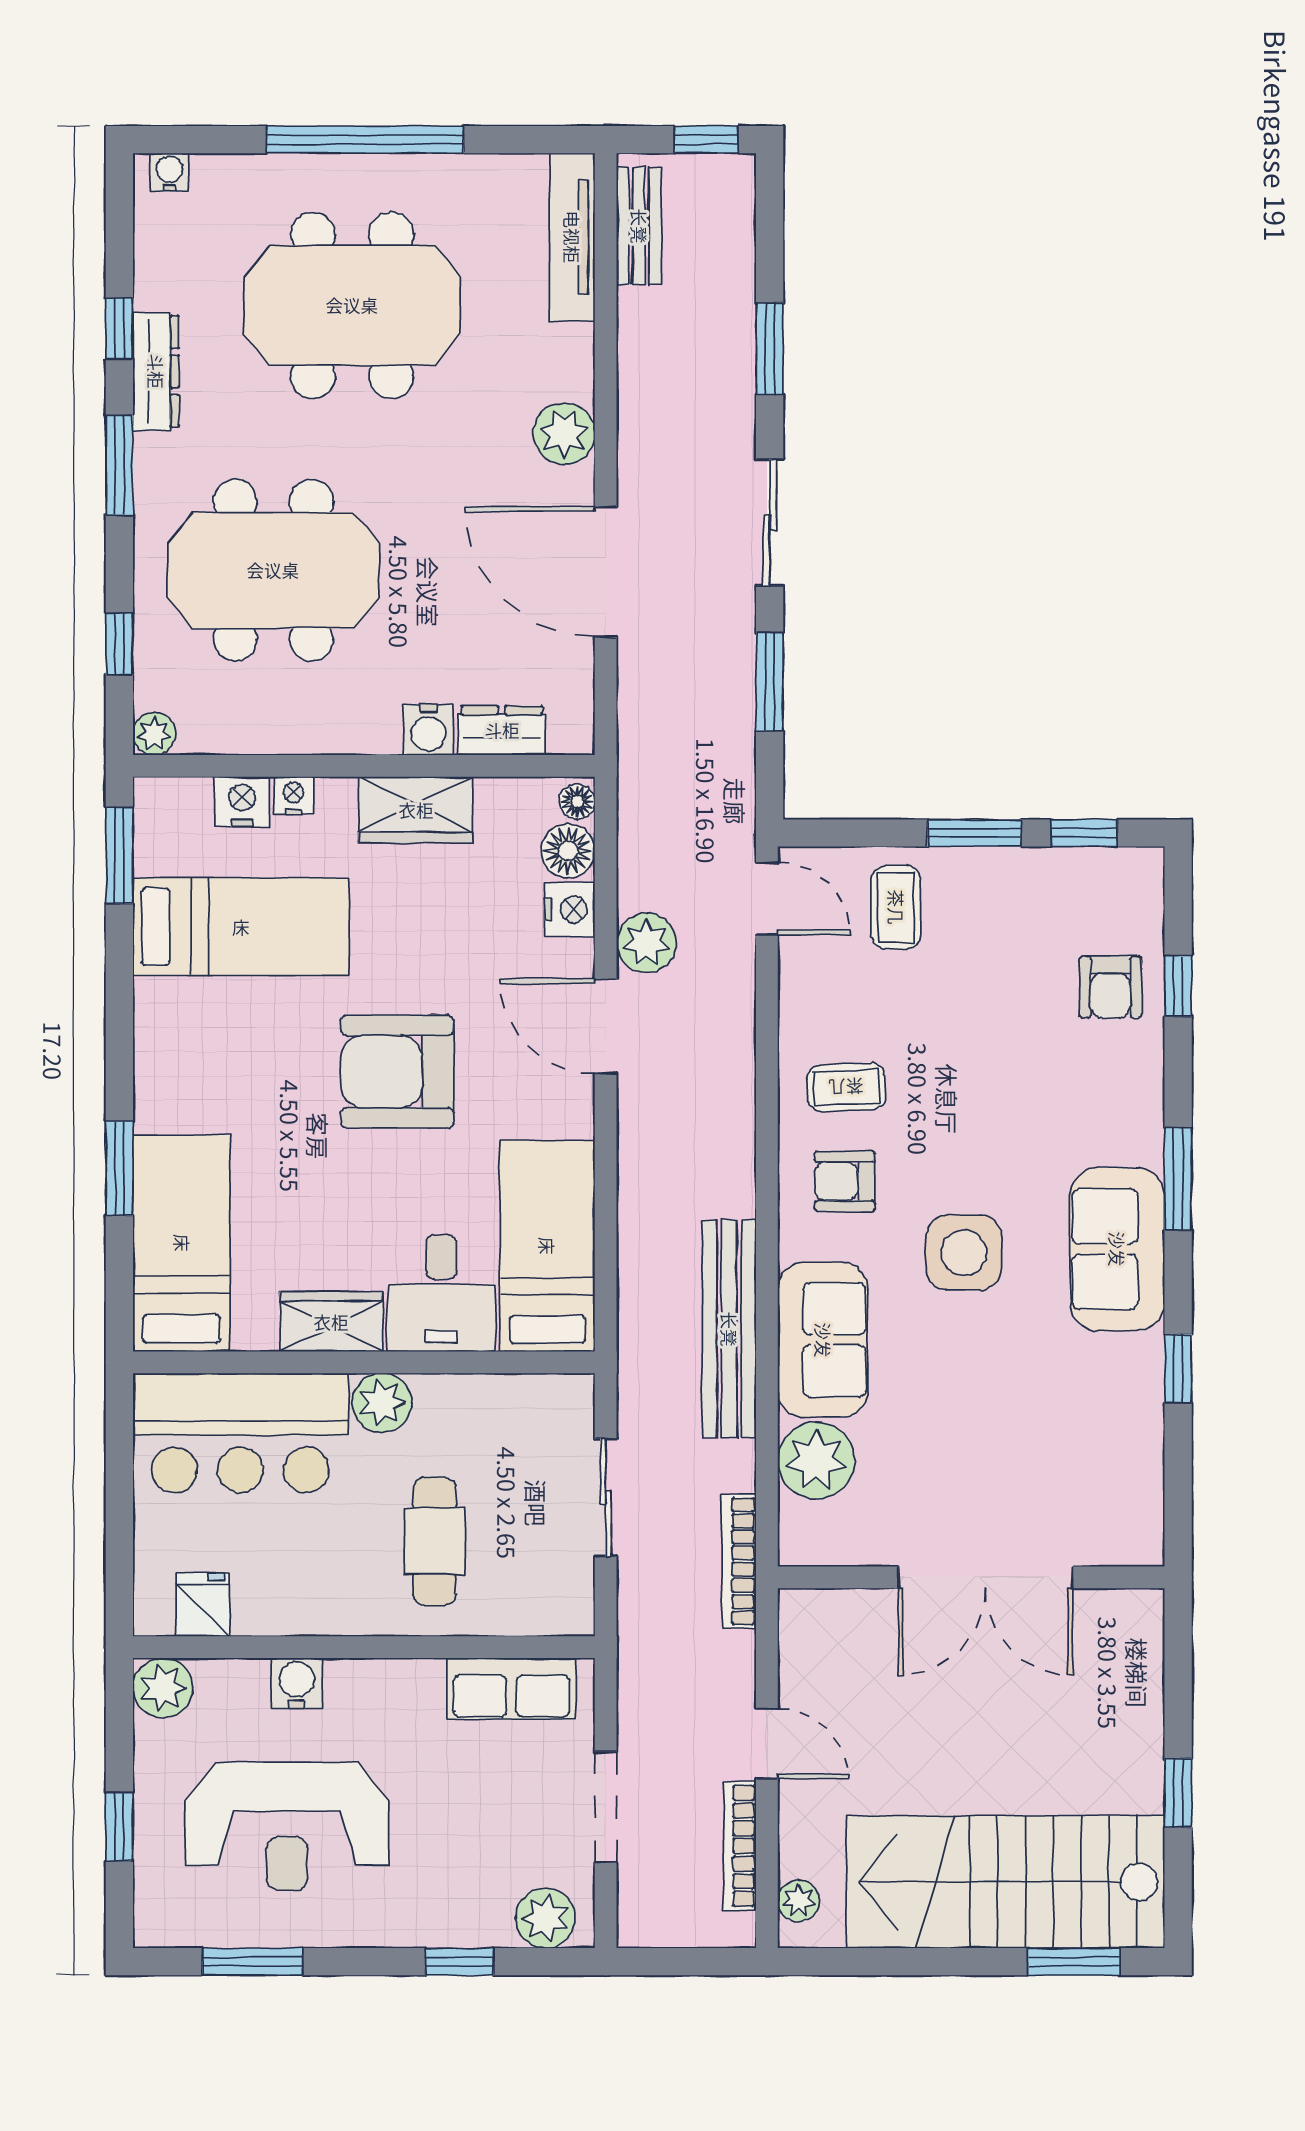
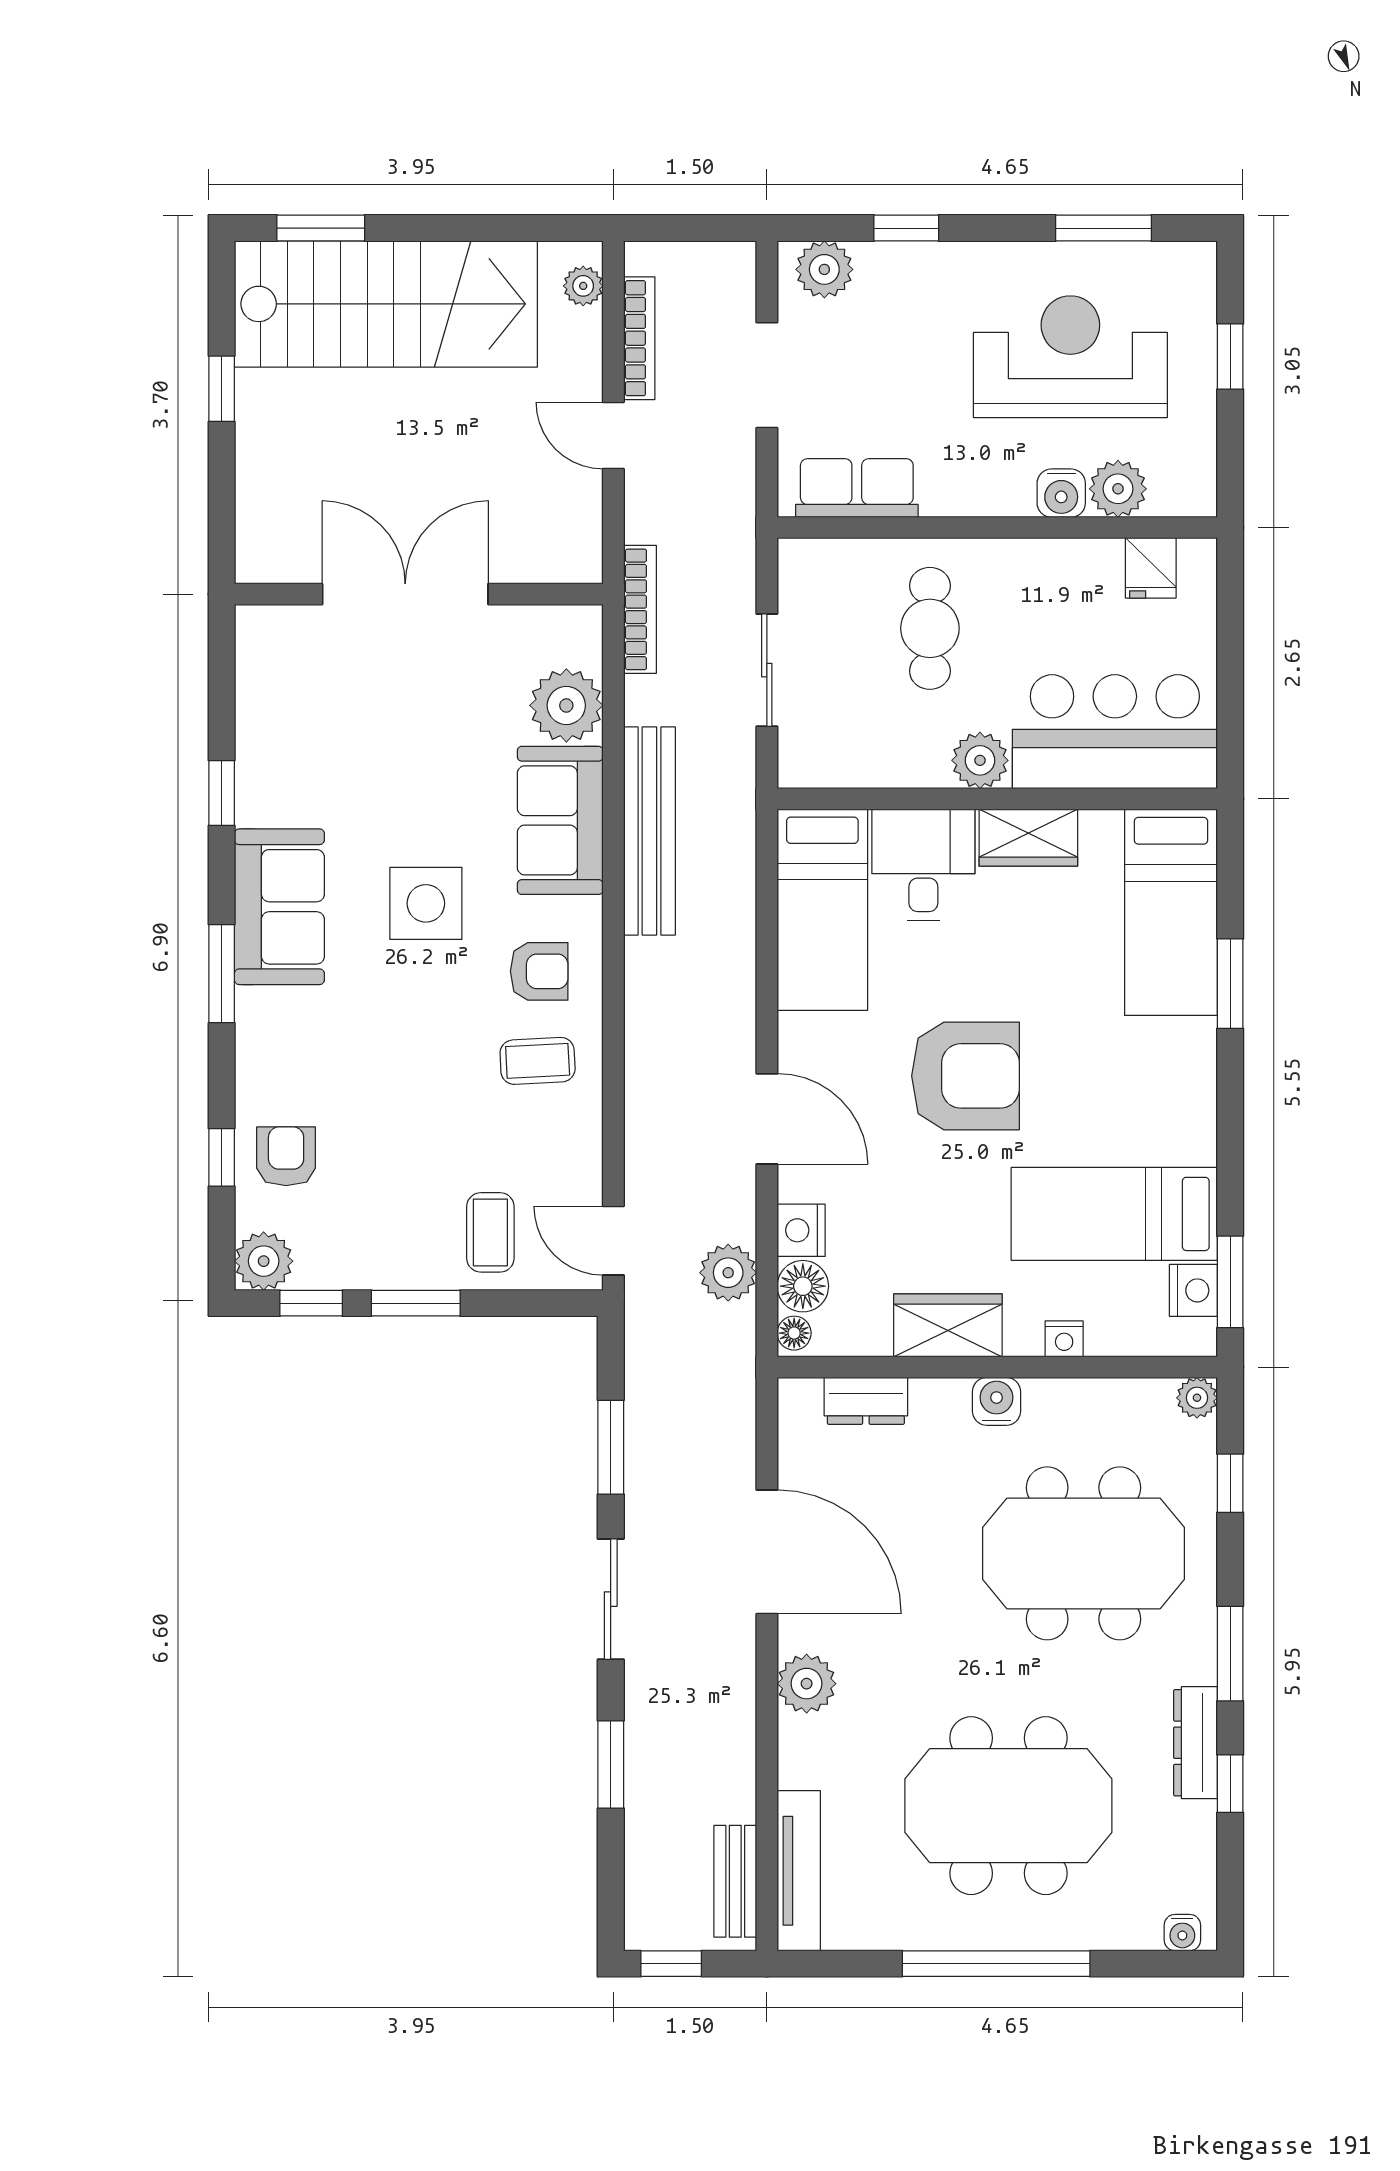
water cooler: (428, 730) -> (997, 1401), moved
nightstand: (242, 802) -> (1193, 1290), moved, turned -90
plant: (1134, 877) -> (264, 1261), added
plant: (646, 943) -> (728, 1273), moved
plant: (163, 1688) -> (1118, 489), moved

